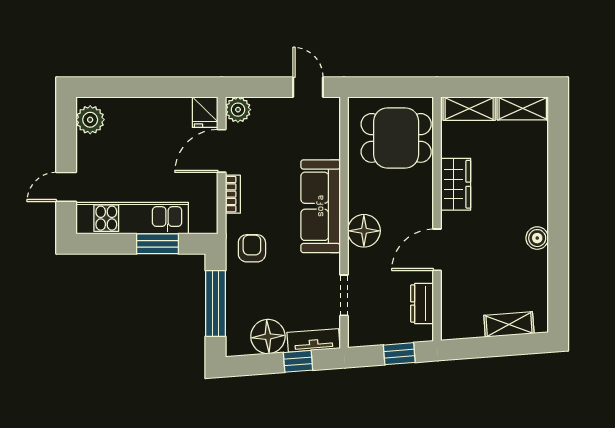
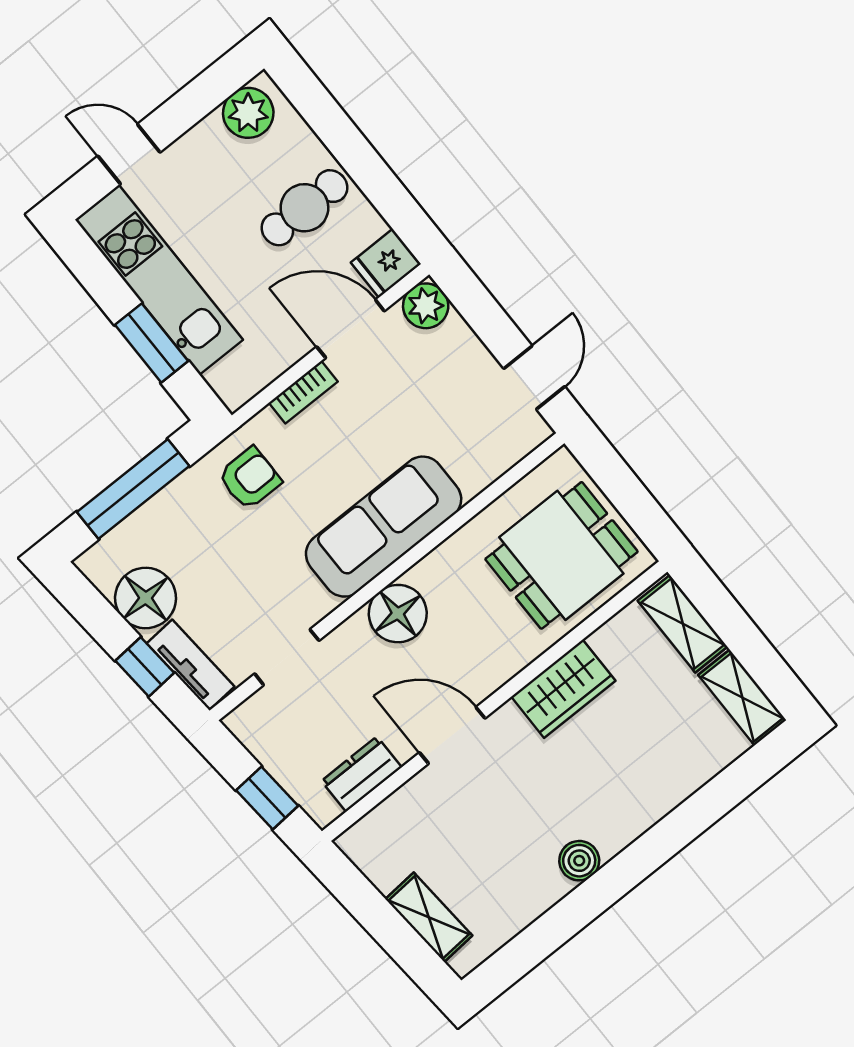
cafe table: (152, 128) -> (304, 208), added
dining table: (396, 138) -> (561, 555), turned 90

